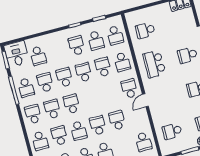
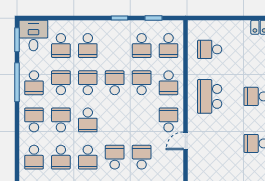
school desk: (77, 46) -> (88, 46), moved, turned 180
school desk: (72, 104) -> (88, 120), turned 180
school desk: (59, 136) -> (61, 157), turned 180

